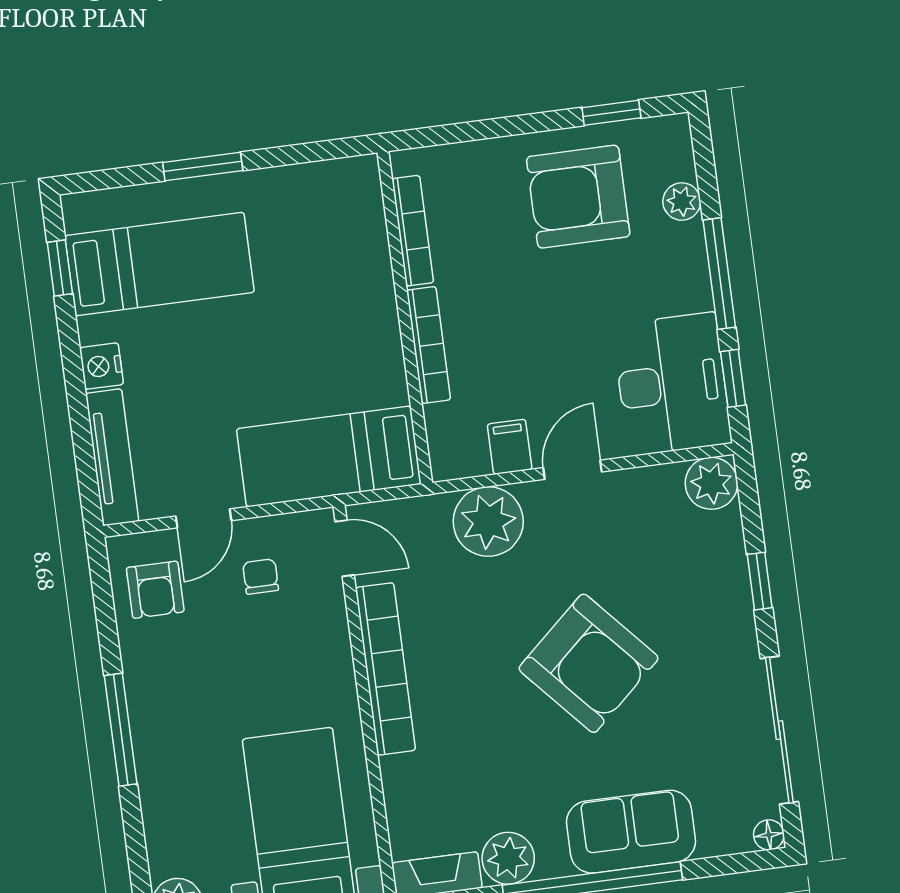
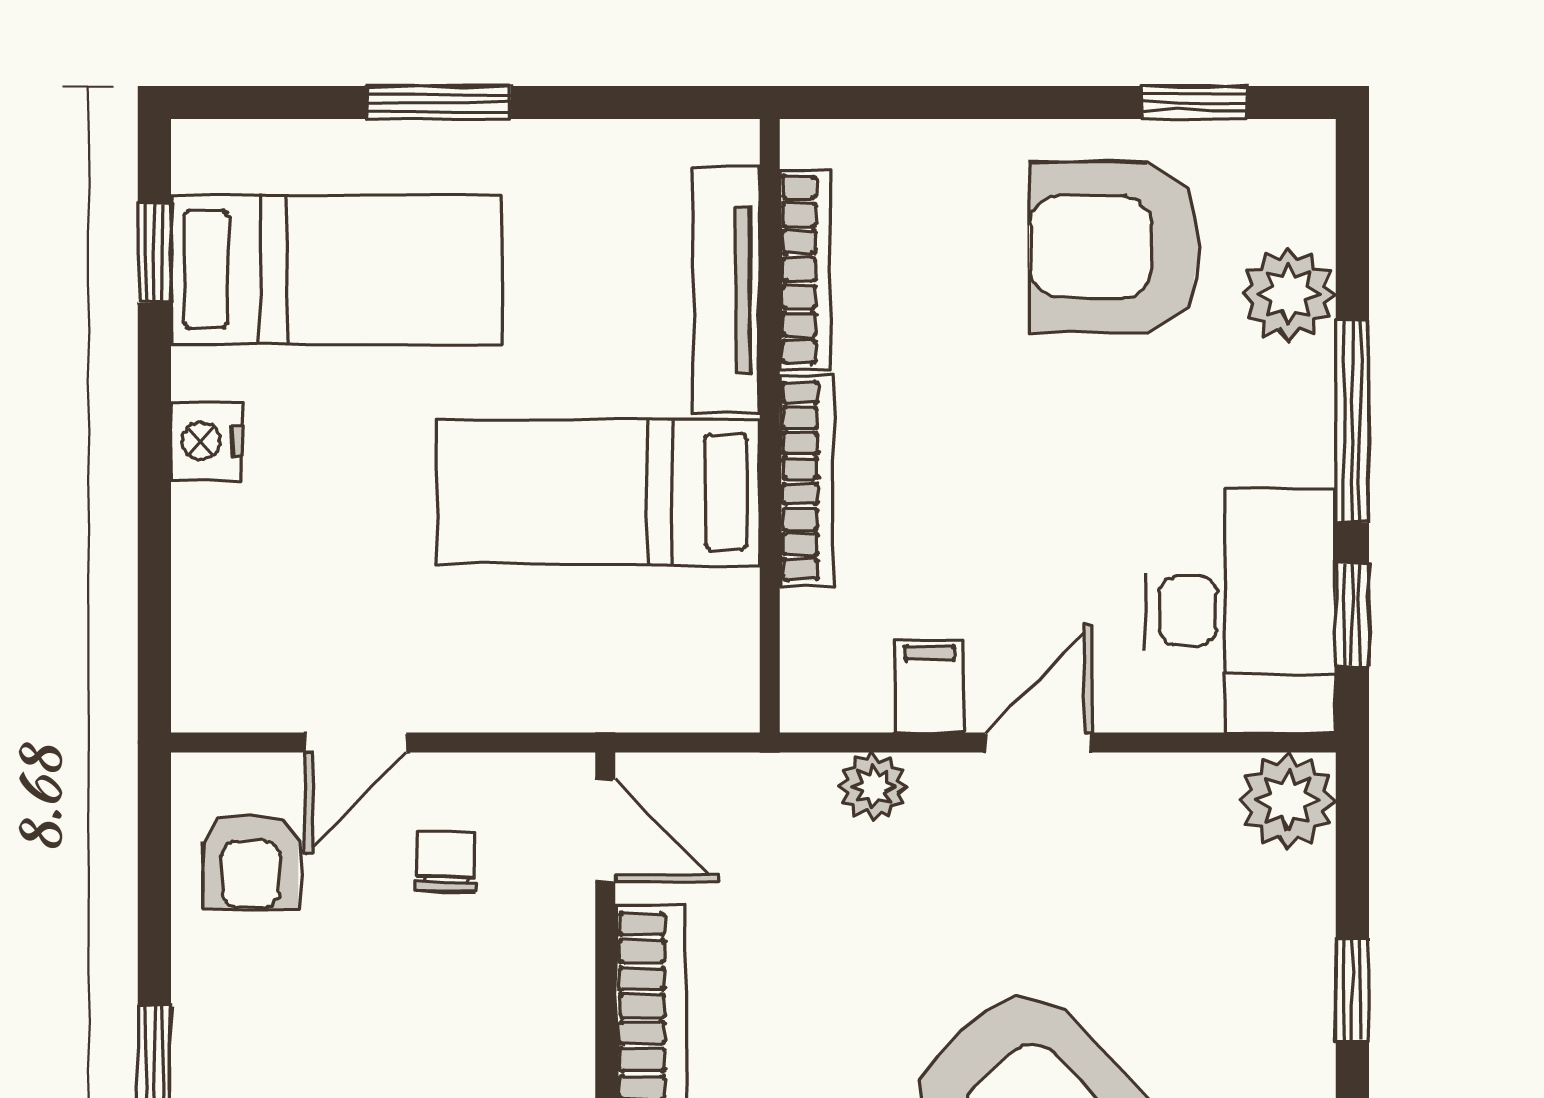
plant: (682, 202) -> (1288, 294), width x1.38, depth x1.38
bed: (329, 456) -> (598, 492), moved
tv unit: (112, 457) -> (727, 290), moved, turned 180
plant: (488, 521) -> (873, 787), width x0.53, depth x0.53

